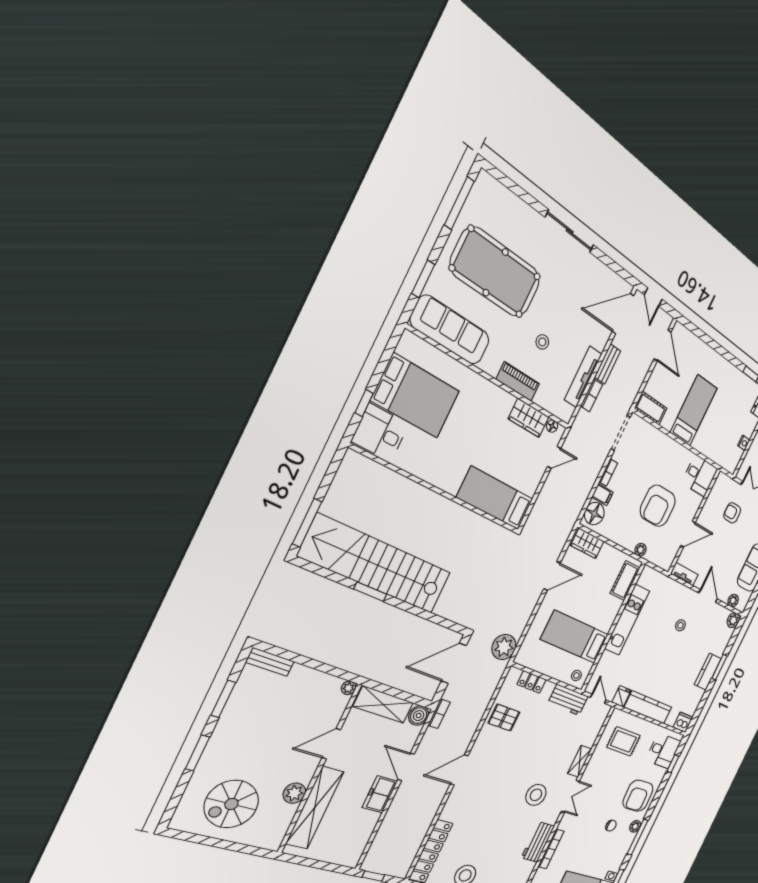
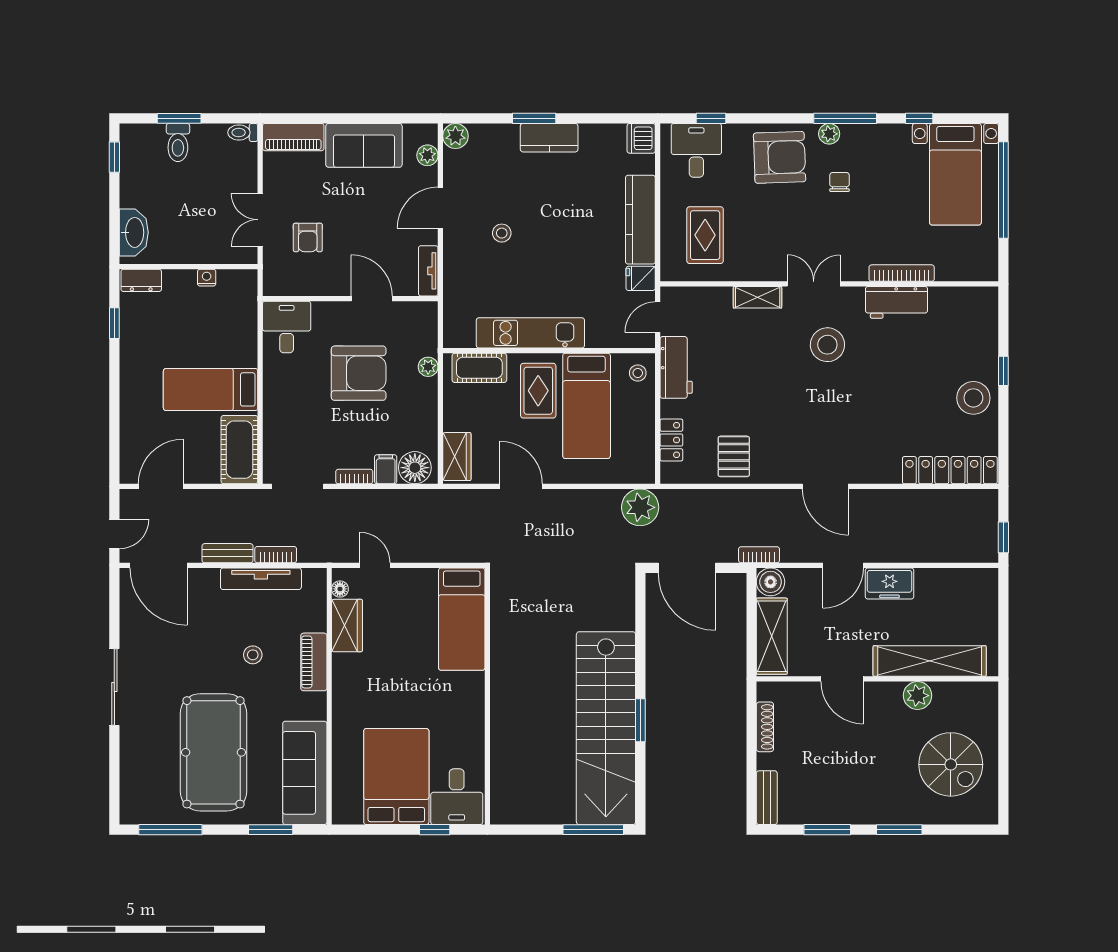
cot: (651, 408) -> (239, 450), width x1.37, depth x1.34
rug: (597, 611) -> (538, 391), added
shoe rack: (323, 679) -> (765, 727), added
plant: (349, 688) -> (766, 691), removed

